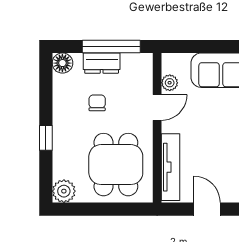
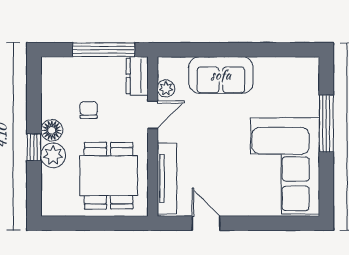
floor lamp: (62, 63) -> (52, 130), moved
dresser: (102, 63) -> (137, 76), moved, turned 90
plant: (64, 191) -> (53, 155), moved

